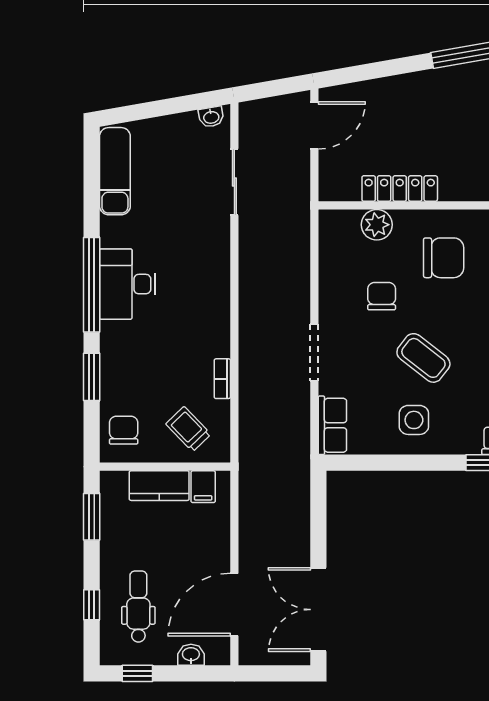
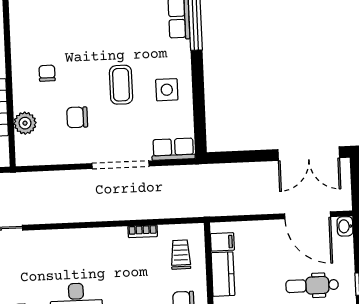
chair: (444, 258) -> (47, 73), width x0.54, depth x0.54
doorway: (314, 352) -> (120, 165), width x1.36
coffee table: (423, 358) -> (121, 85), turned -38
trolley: (188, 429) -> (181, 255), turned 134
washbasin: (191, 655) -> (345, 226), moved

